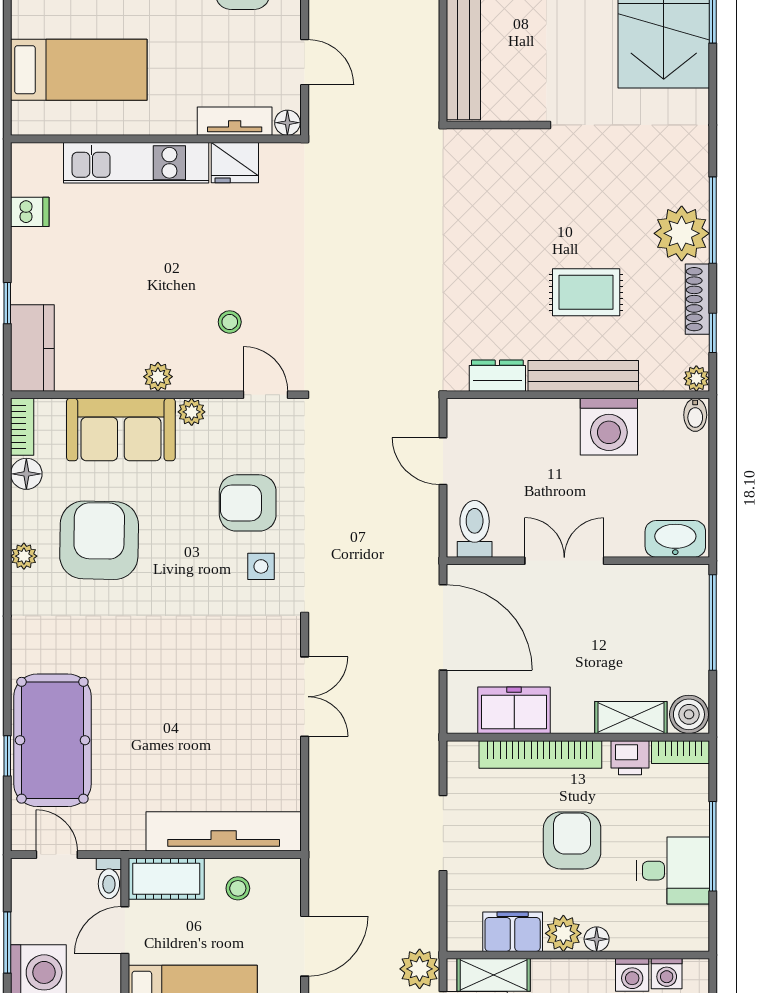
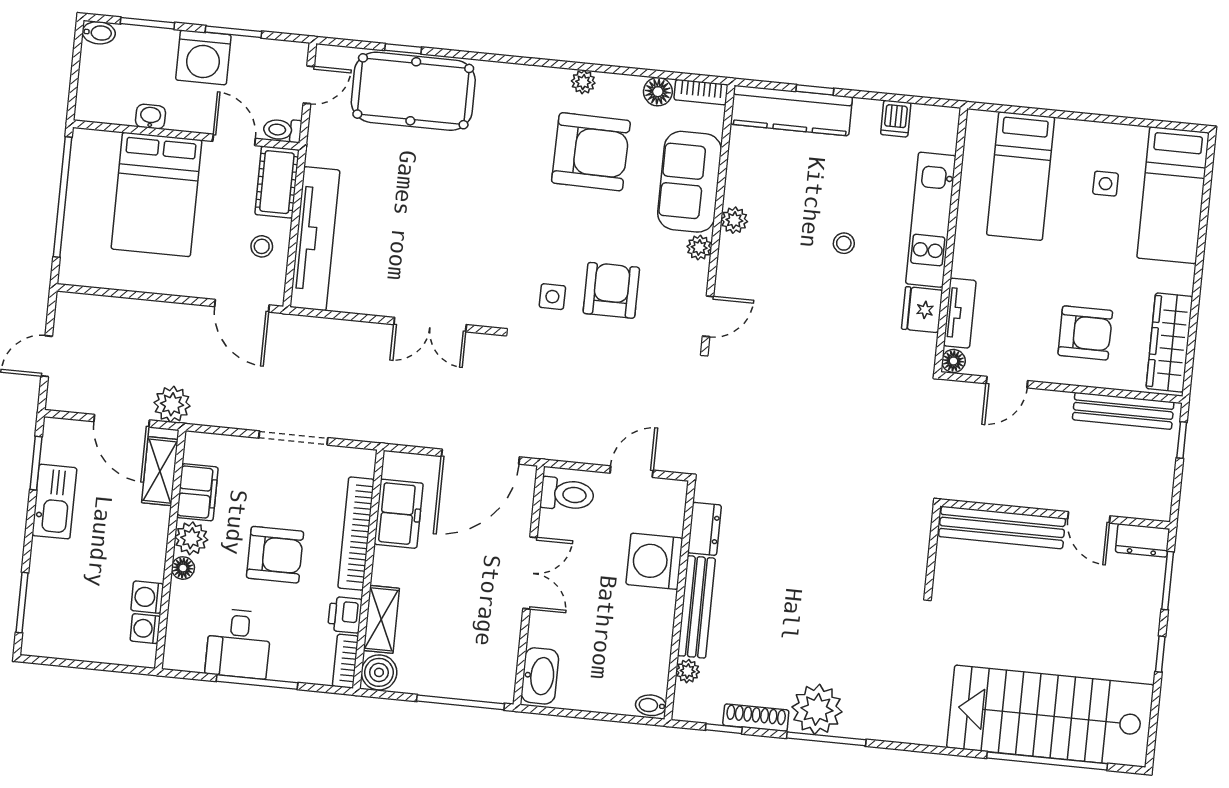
rug: (586, 292) -> (772, 617), removed
stool: (230, 322) -> (844, 243), moved
kitchen counter: (32, 348) -> (791, 111), width x1.50
plant: (696, 378) -> (688, 671), moved
washing machine: (609, 427) -> (654, 561), moved
door: (305, 946) -> (242, 306), moved

